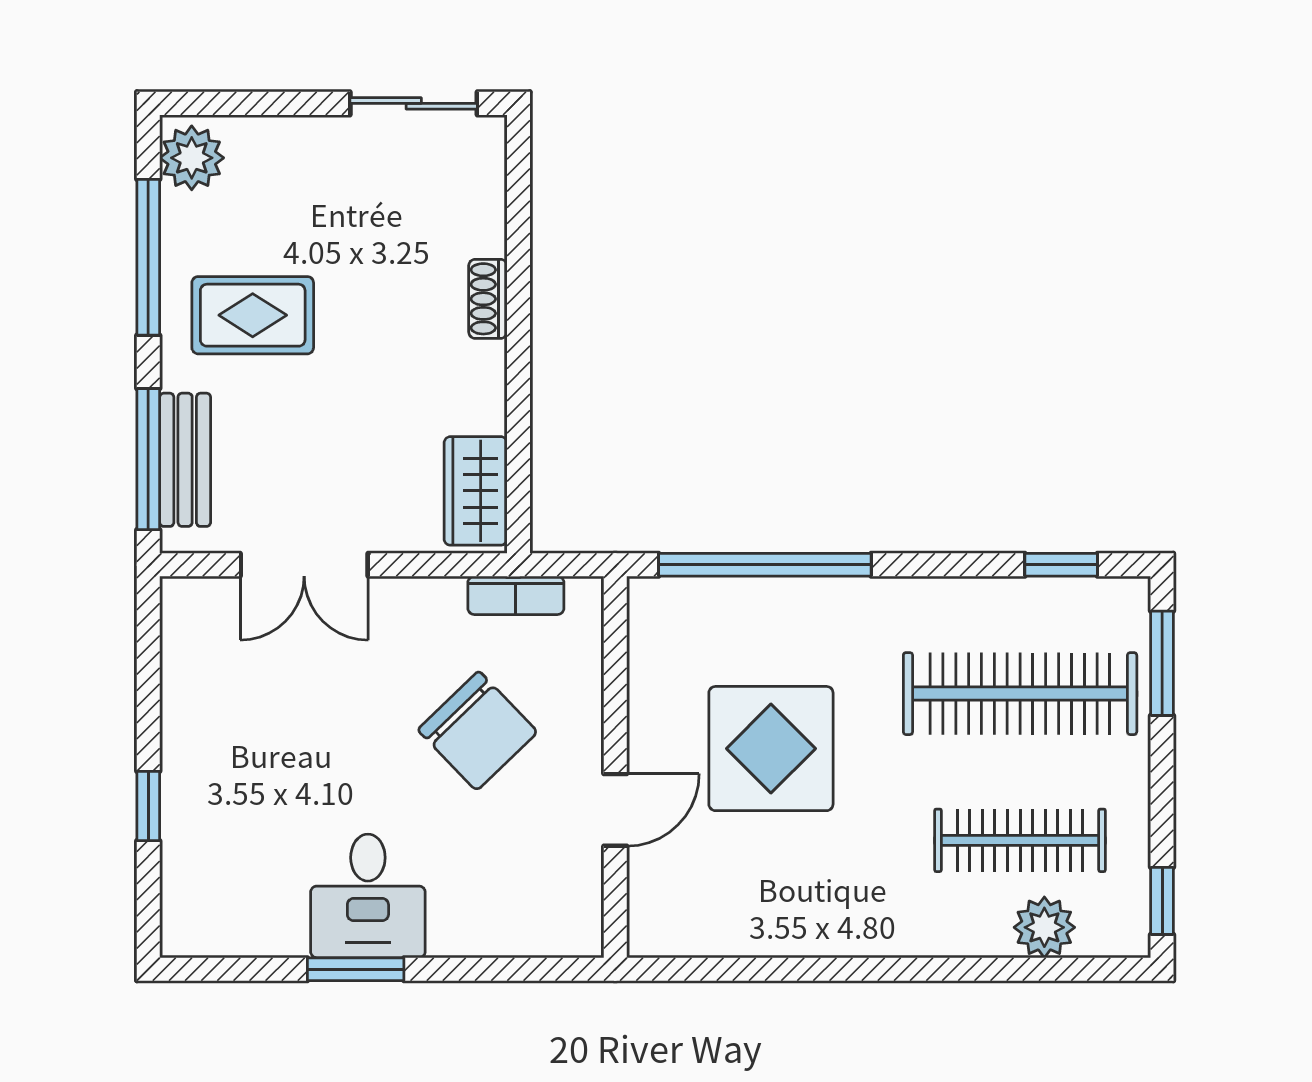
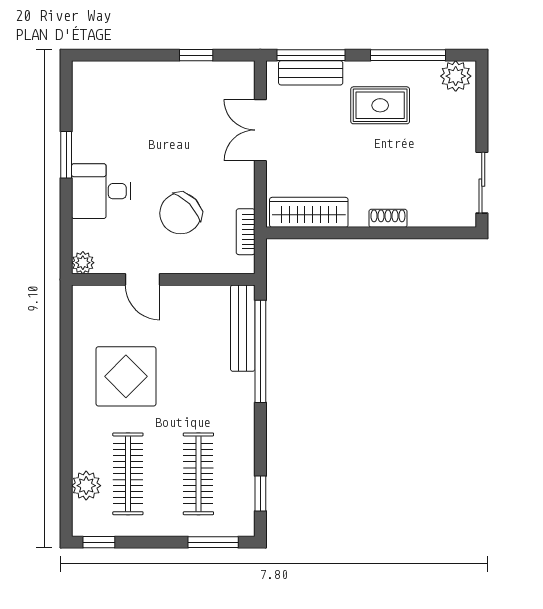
rug: (253, 315) -> (380, 105), turned 90
wardrobe: (476, 491) -> (309, 212), width x1.50
bench: (717, 601) -> (243, 328), added
clothes rail: (1020, 694) -> (198, 474), width x0.73, depth x0.76
display table: (771, 749) -> (126, 376), moved
window: (148, 806) -> (196, 55), moved
desk: (368, 896) -> (101, 191), moved
plant: (580, 934) -> (83, 263), added

